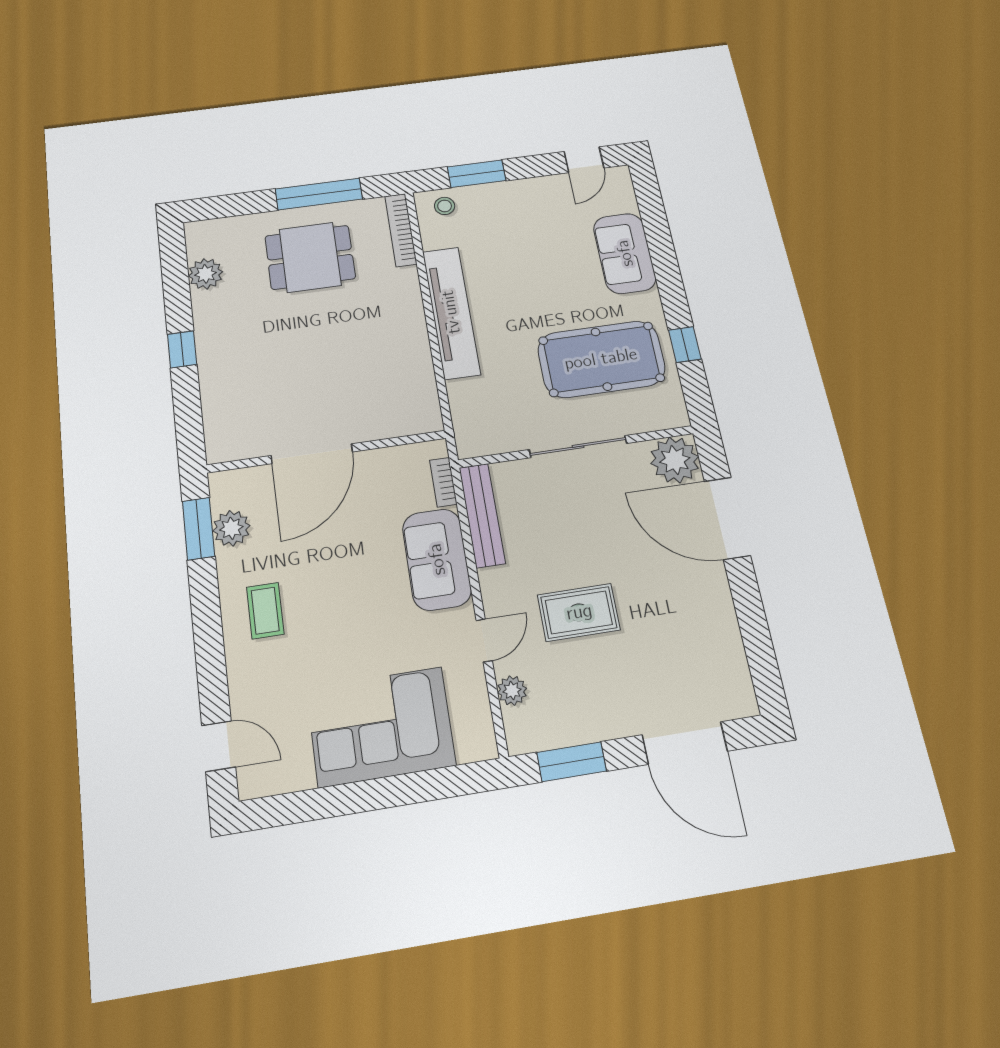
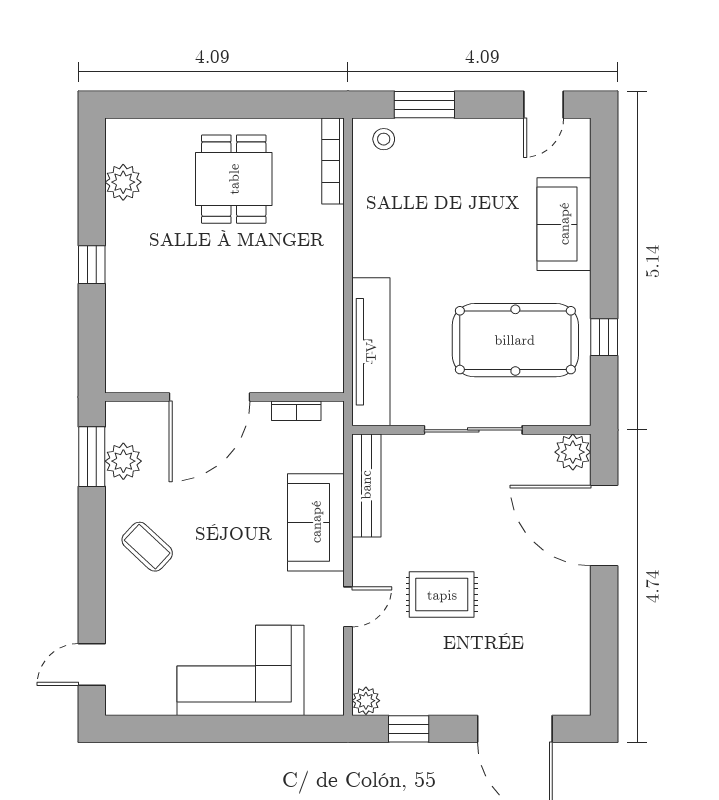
window: (319, 194) -> (252, 105), removed
dining table: (310, 257) -> (234, 179), turned 90
tv unit: (451, 312) -> (371, 352), moved
plant: (675, 460) -> (573, 452), width x0.73, depth x0.73
bookcase: (443, 482) -> (296, 411), moved, turned -90
coffee table: (265, 611) -> (147, 547), turned -47
plant: (512, 691) -> (366, 701), moved
door: (218, 746) -> (92, 665), swing flipped
window: (572, 762) -> (409, 729), width x0.67

